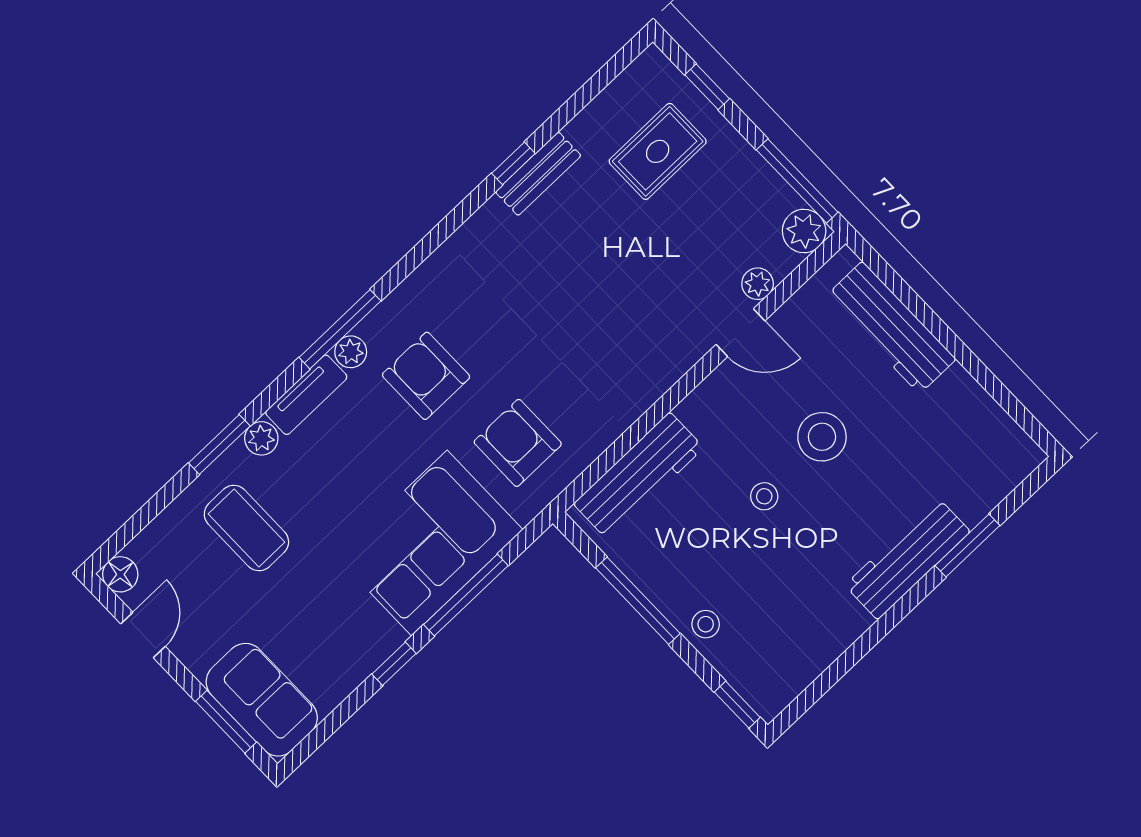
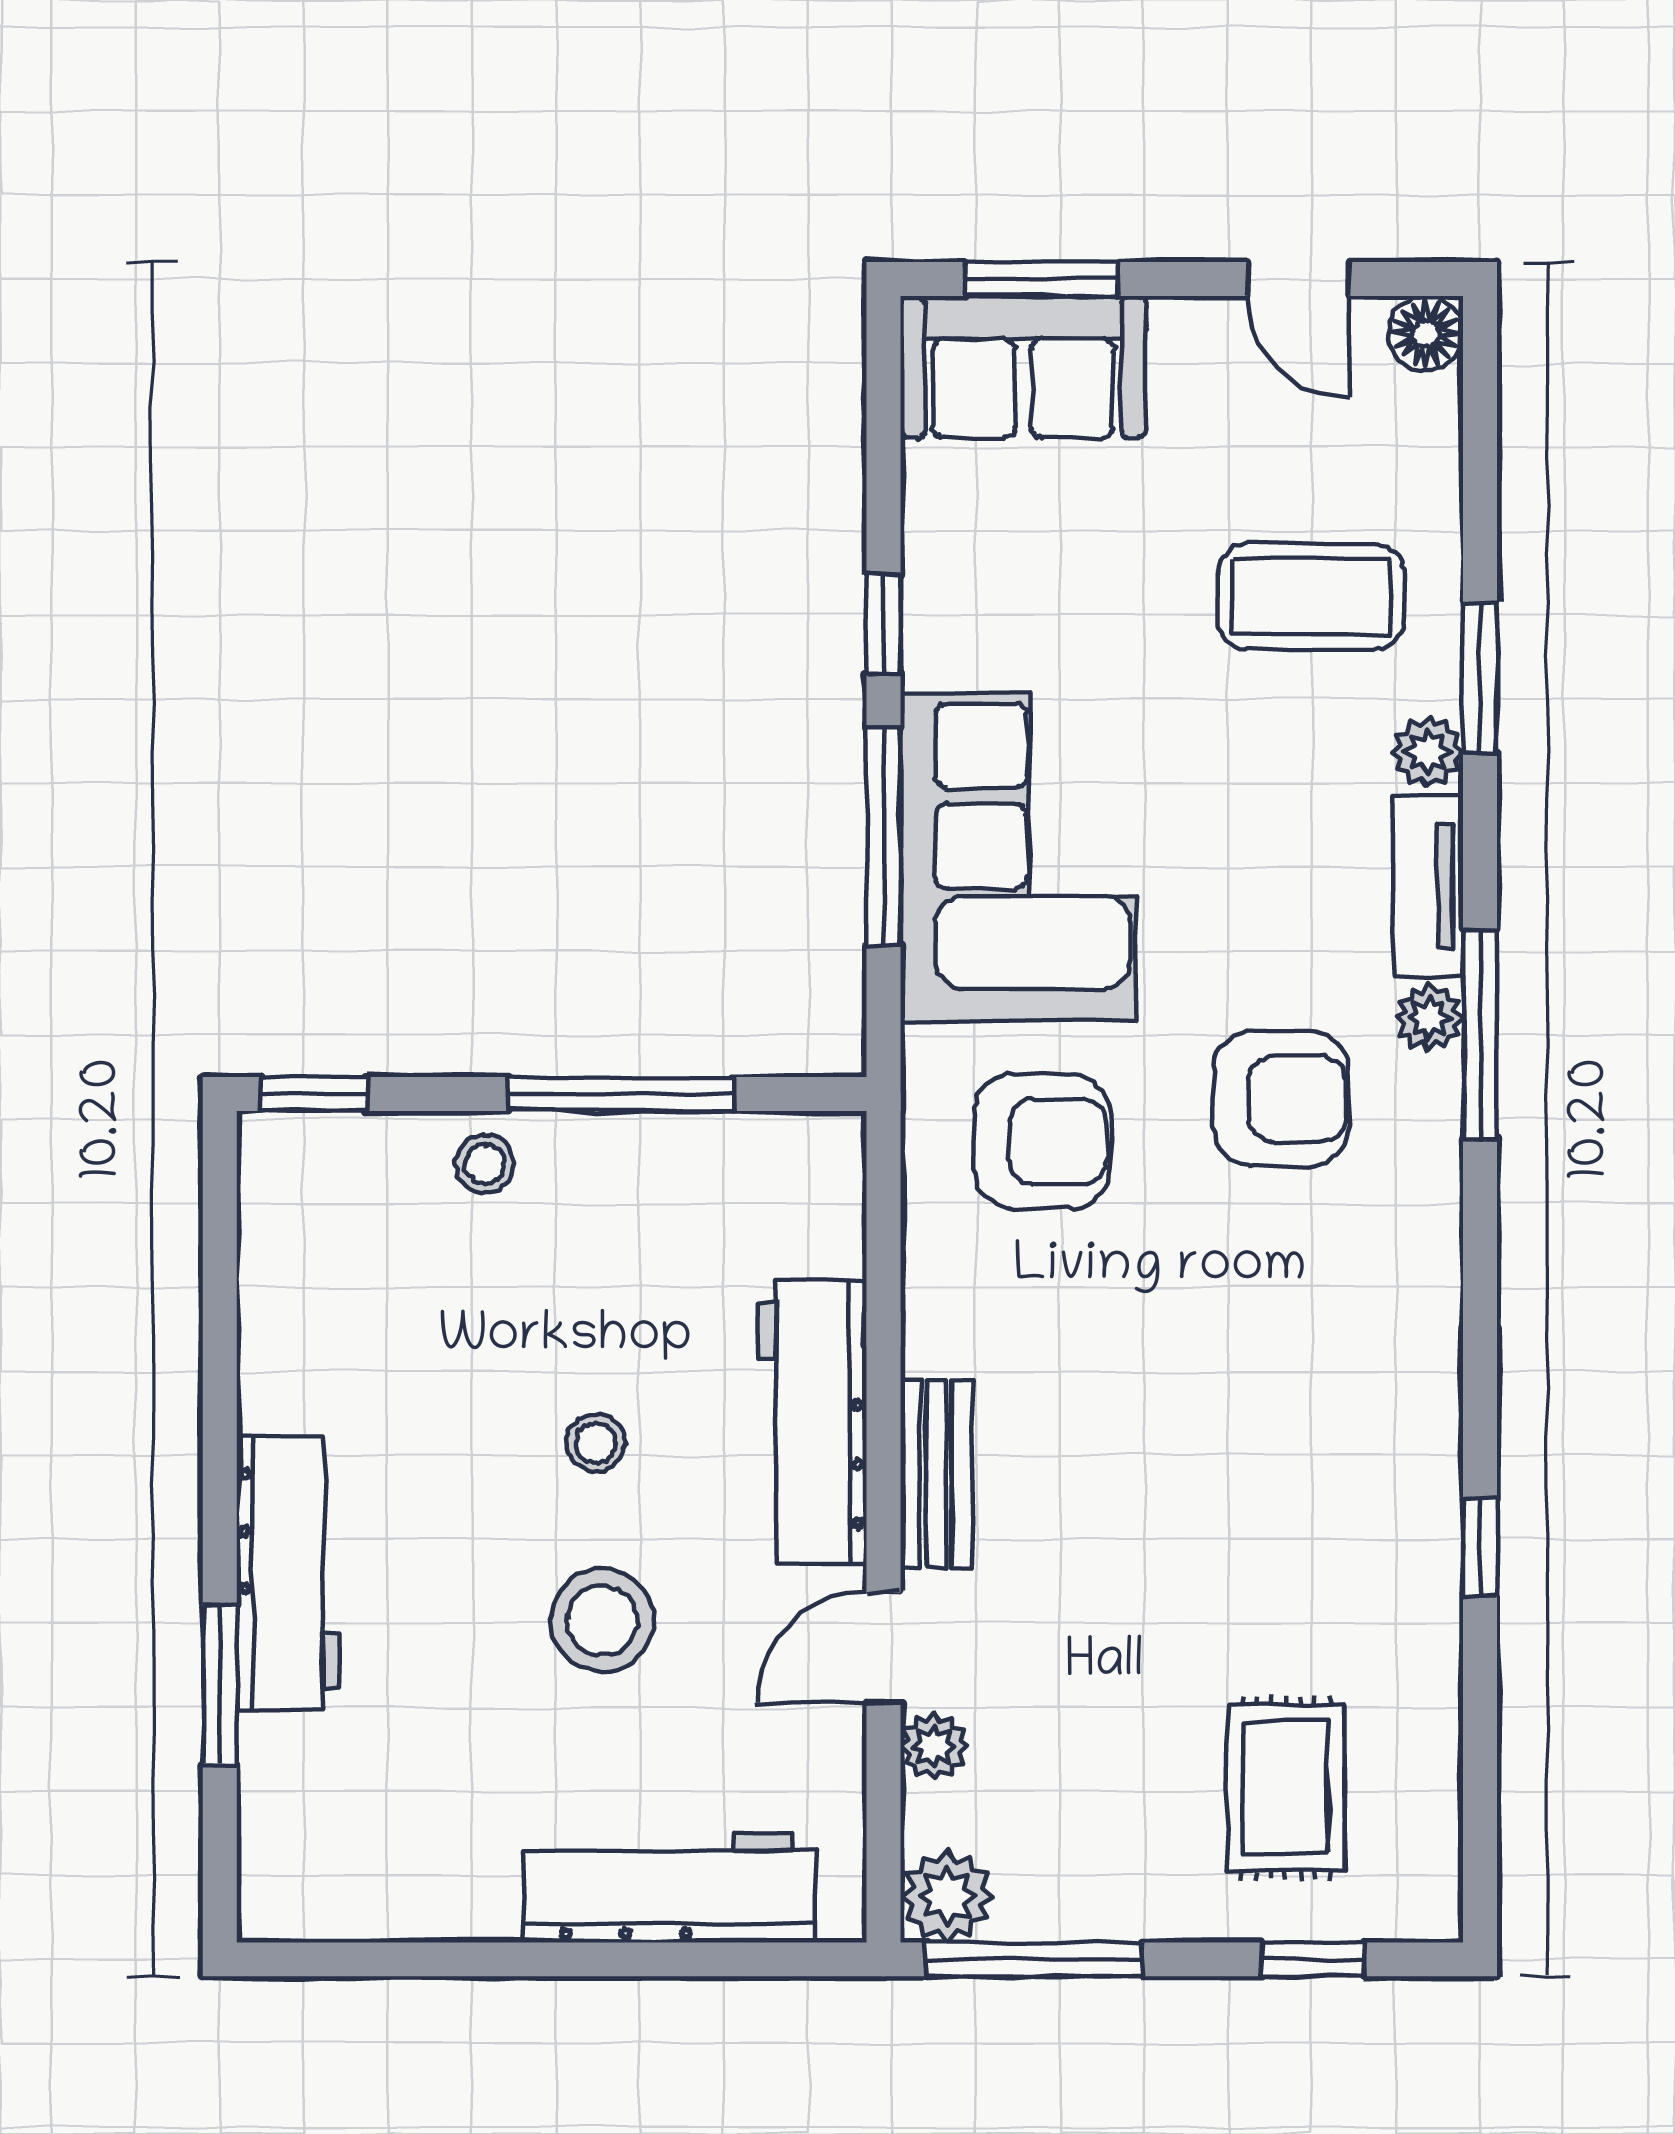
bench: (538, 174) -> (936, 1474), moved
workbench: (639, 476) -> (813, 1421), moved

